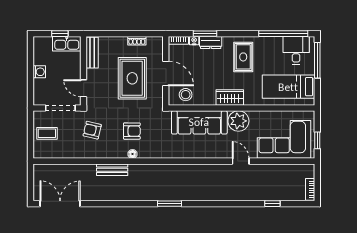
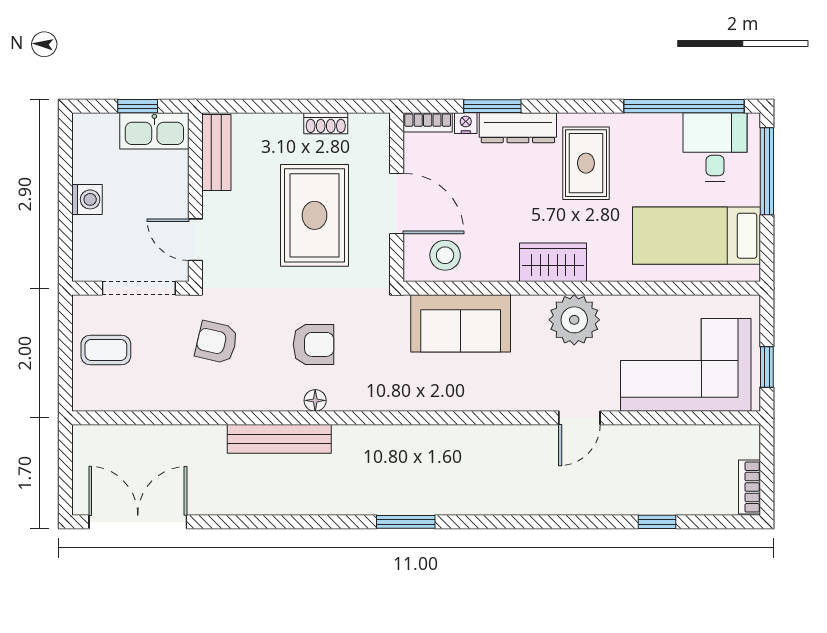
dresser: (211, 42) -> (518, 128), width x1.44
sofa: (199, 122) -> (461, 323), width x0.73
door: (241, 161) -> (579, 418), swing flipped
bench: (112, 170) -> (279, 439), width x1.36

